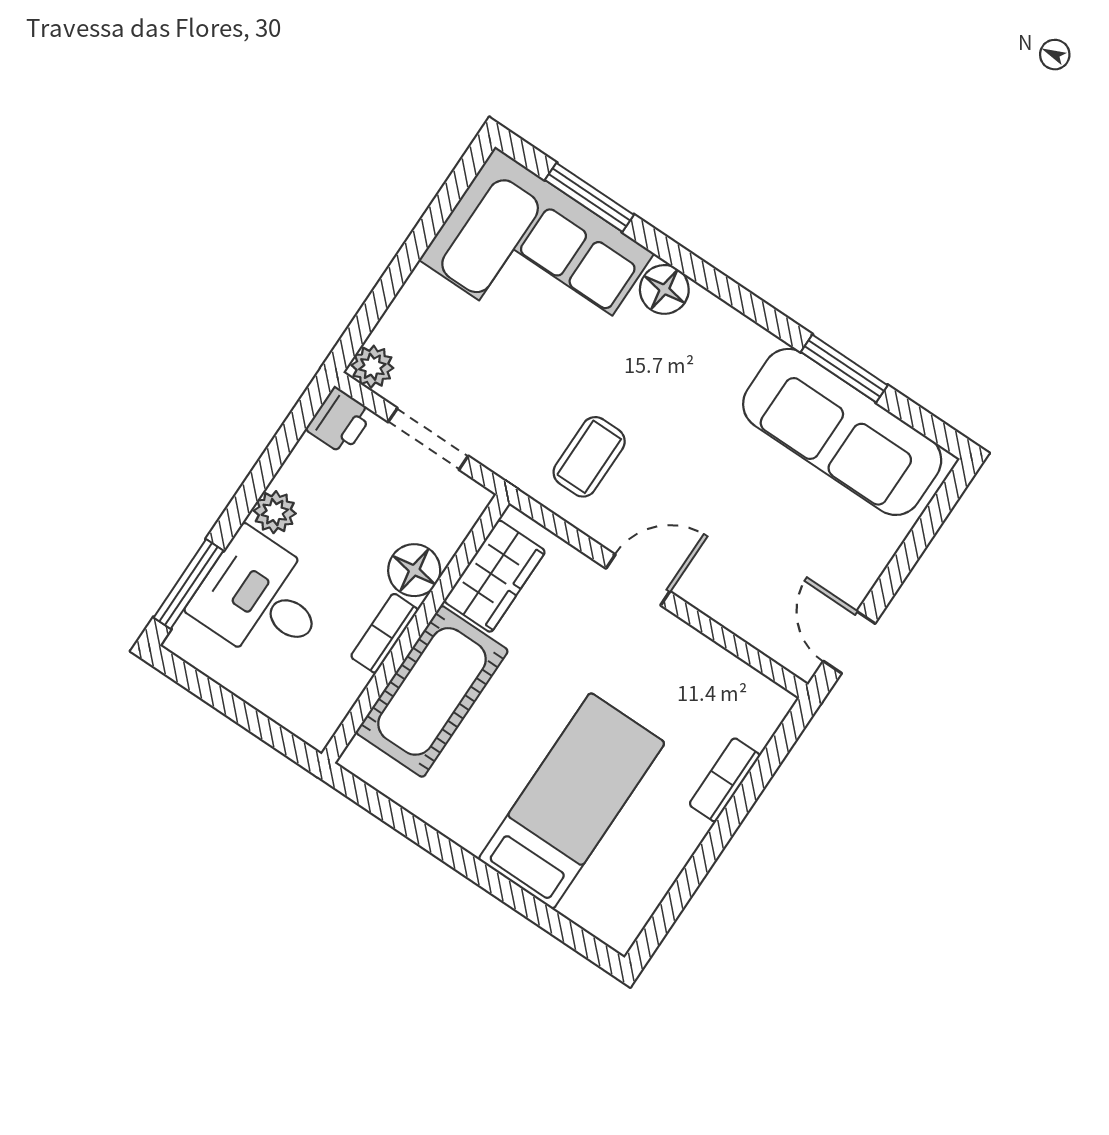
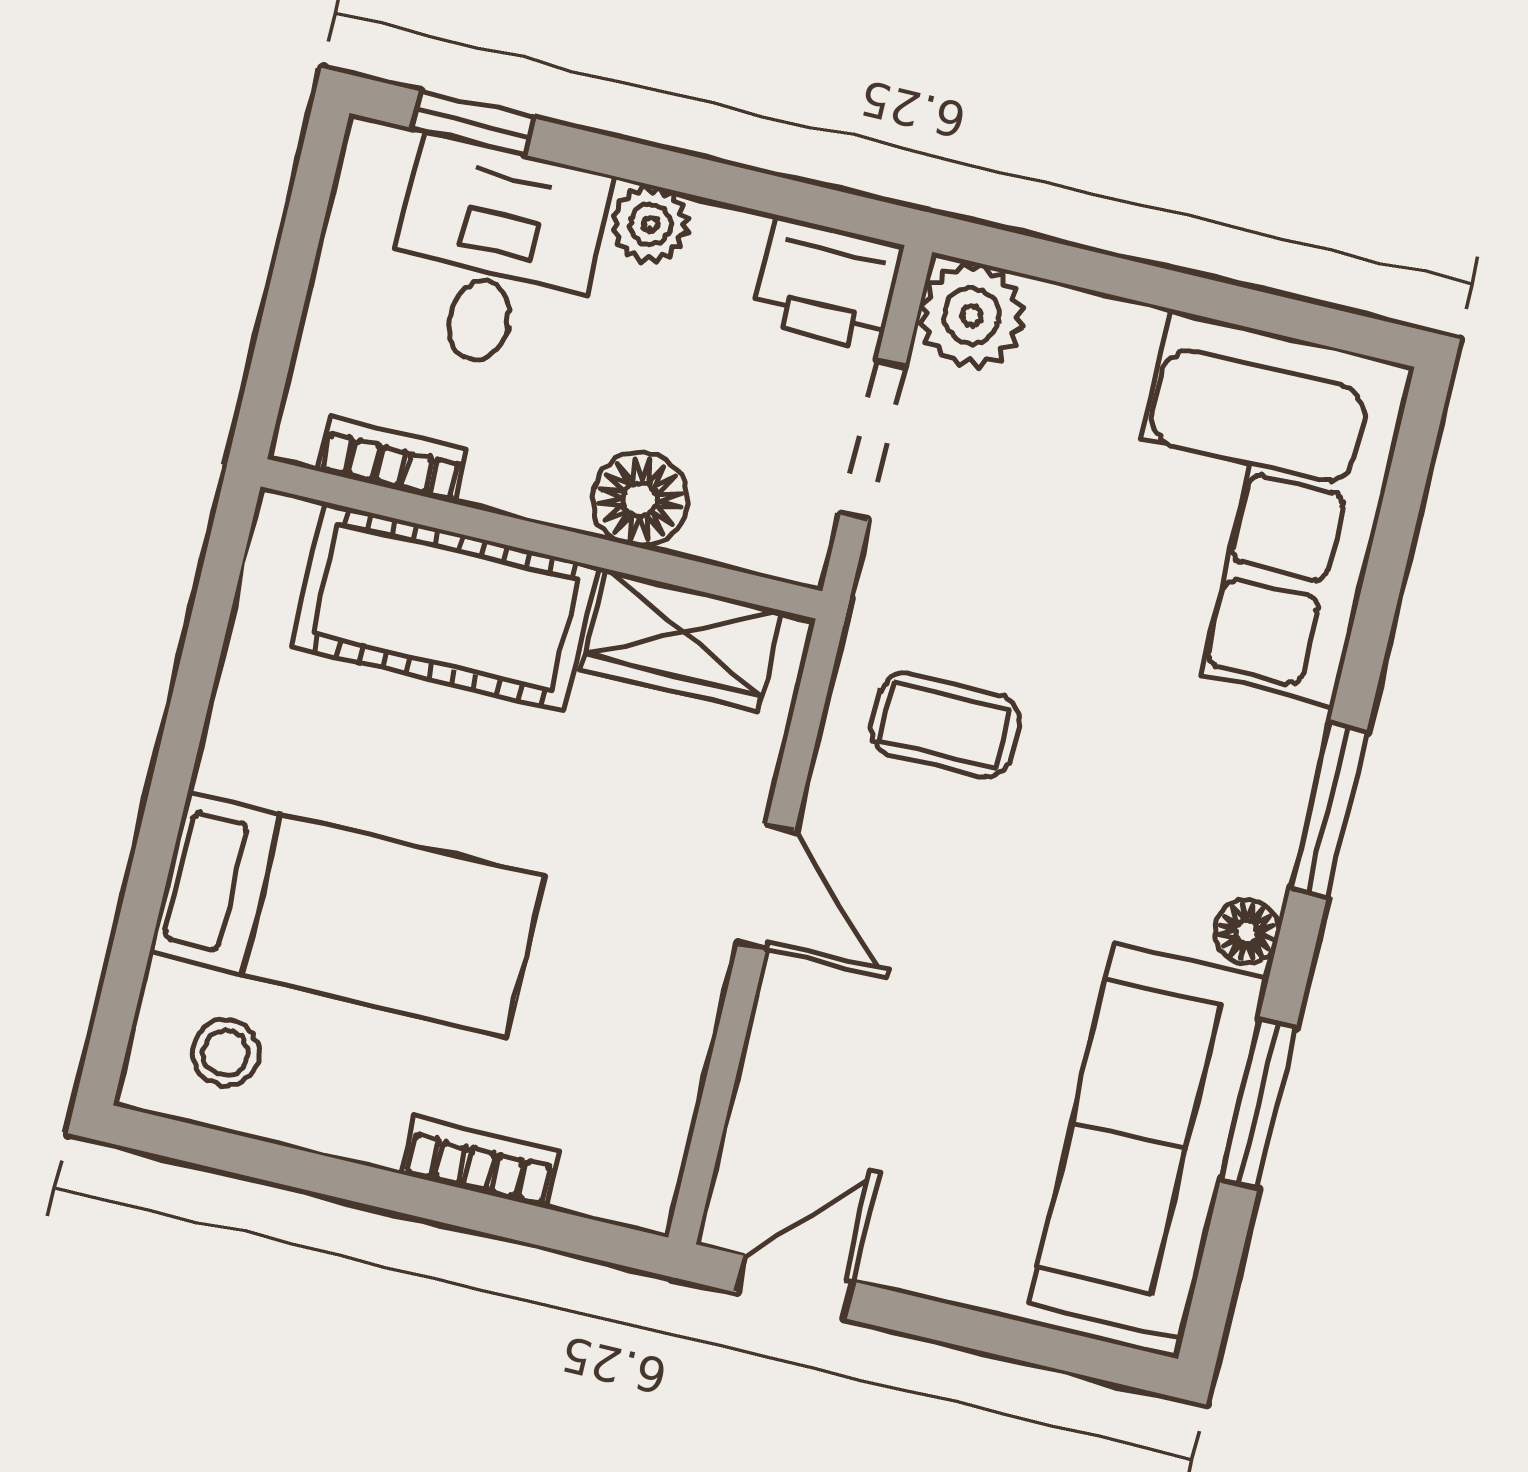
window: (589, 197) -> (1328, 810), moved
floor lamp: (664, 289) -> (1247, 932), moved, width x0.73, depth x0.73
plant: (372, 367) -> (971, 316), width x1.38, depth x1.38
printer: (340, 421) -> (828, 283), width x1.36, depth x1.24
window: (188, 584) -> (473, 123), width x0.67
bookcase: (384, 633) -> (392, 460), moved
stool: (619, 890) -> (226, 1053), added

